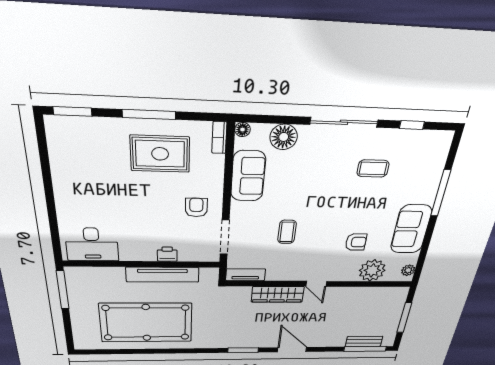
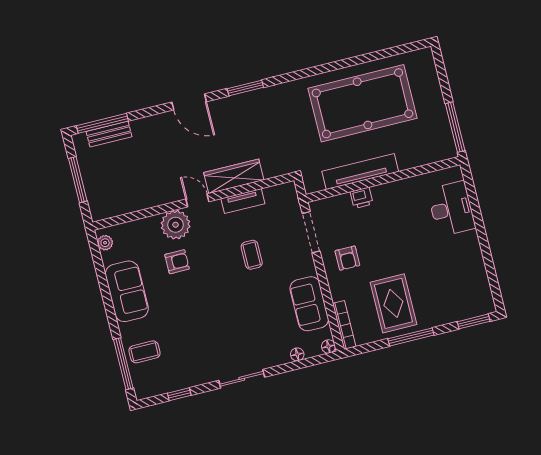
sliding door: (344, 122) -> (242, 379), width x0.73
floor lamp: (284, 137) -> (297, 354), width x0.53, depth x0.53
bookcase: (219, 138) -> (344, 325), width x1.56
rug: (160, 154) -> (393, 303), turned 90
coffee table: (373, 168) -> (145, 352), moved
window: (441, 193) -> (123, 364), moved
armchair: (356, 242) -> (177, 262), turned 180
desk: (92, 245) -> (451, 209), moved, turned 90
plant: (372, 270) -> (176, 225), moved
tv unit: (246, 275) -> (243, 201), moved

